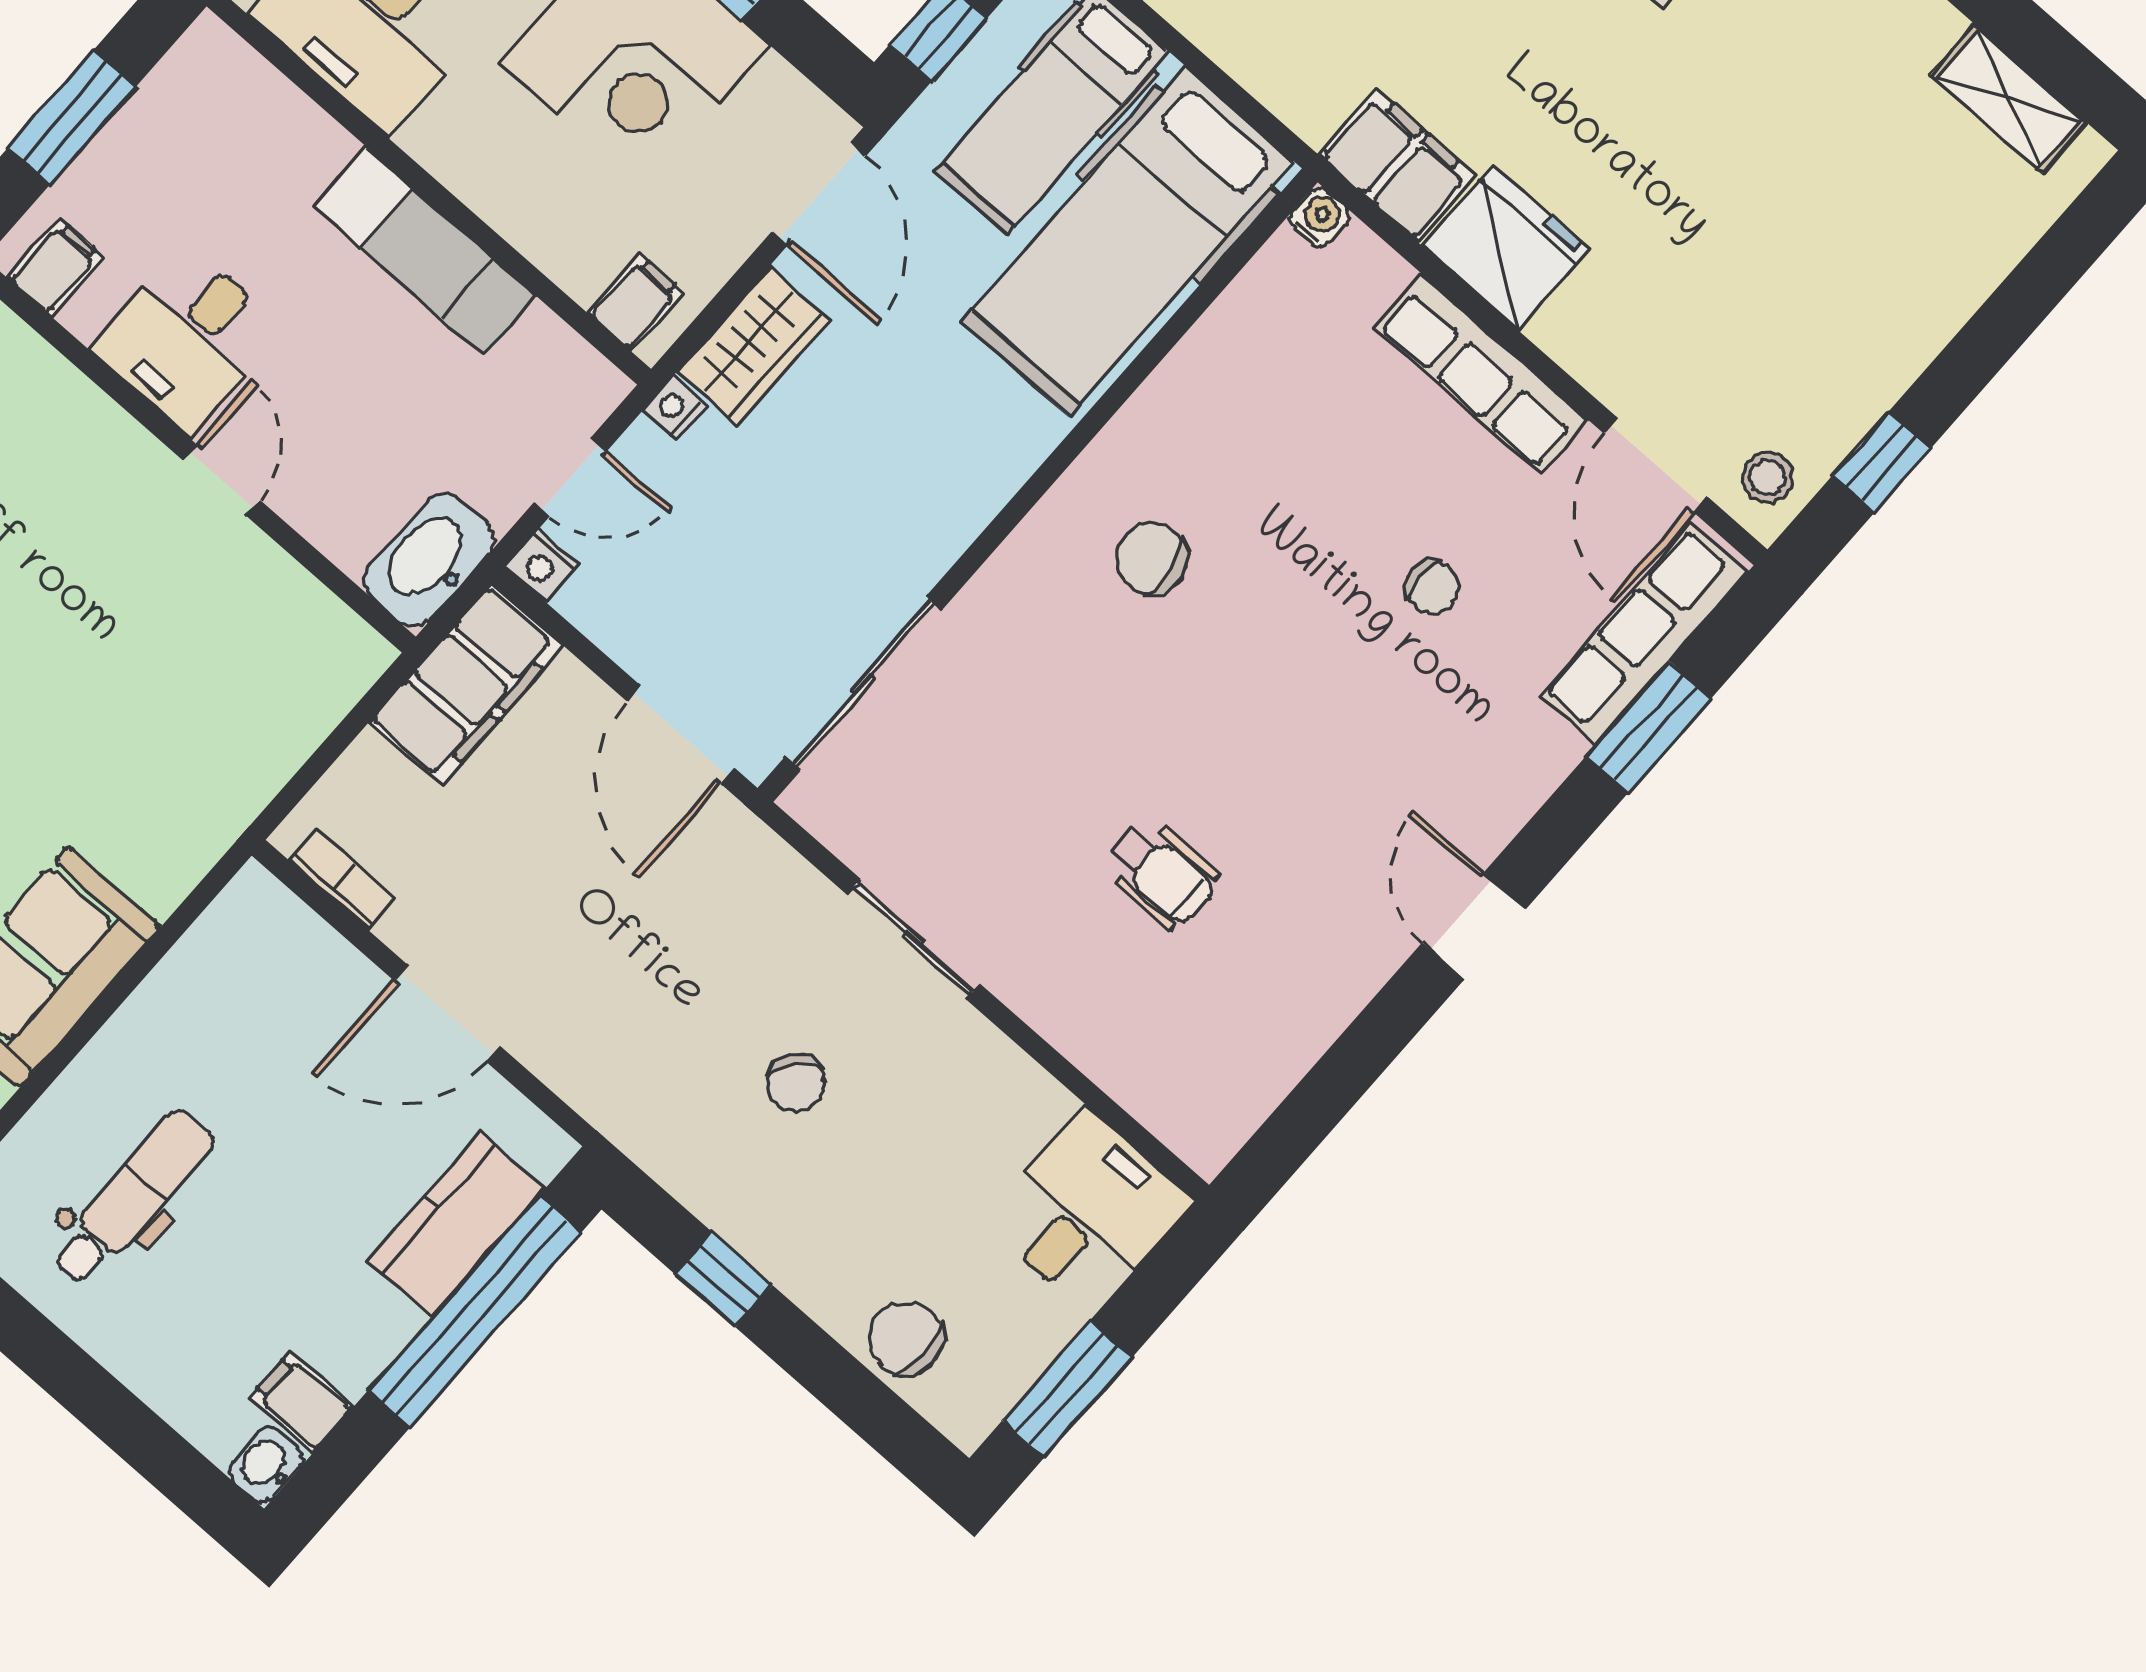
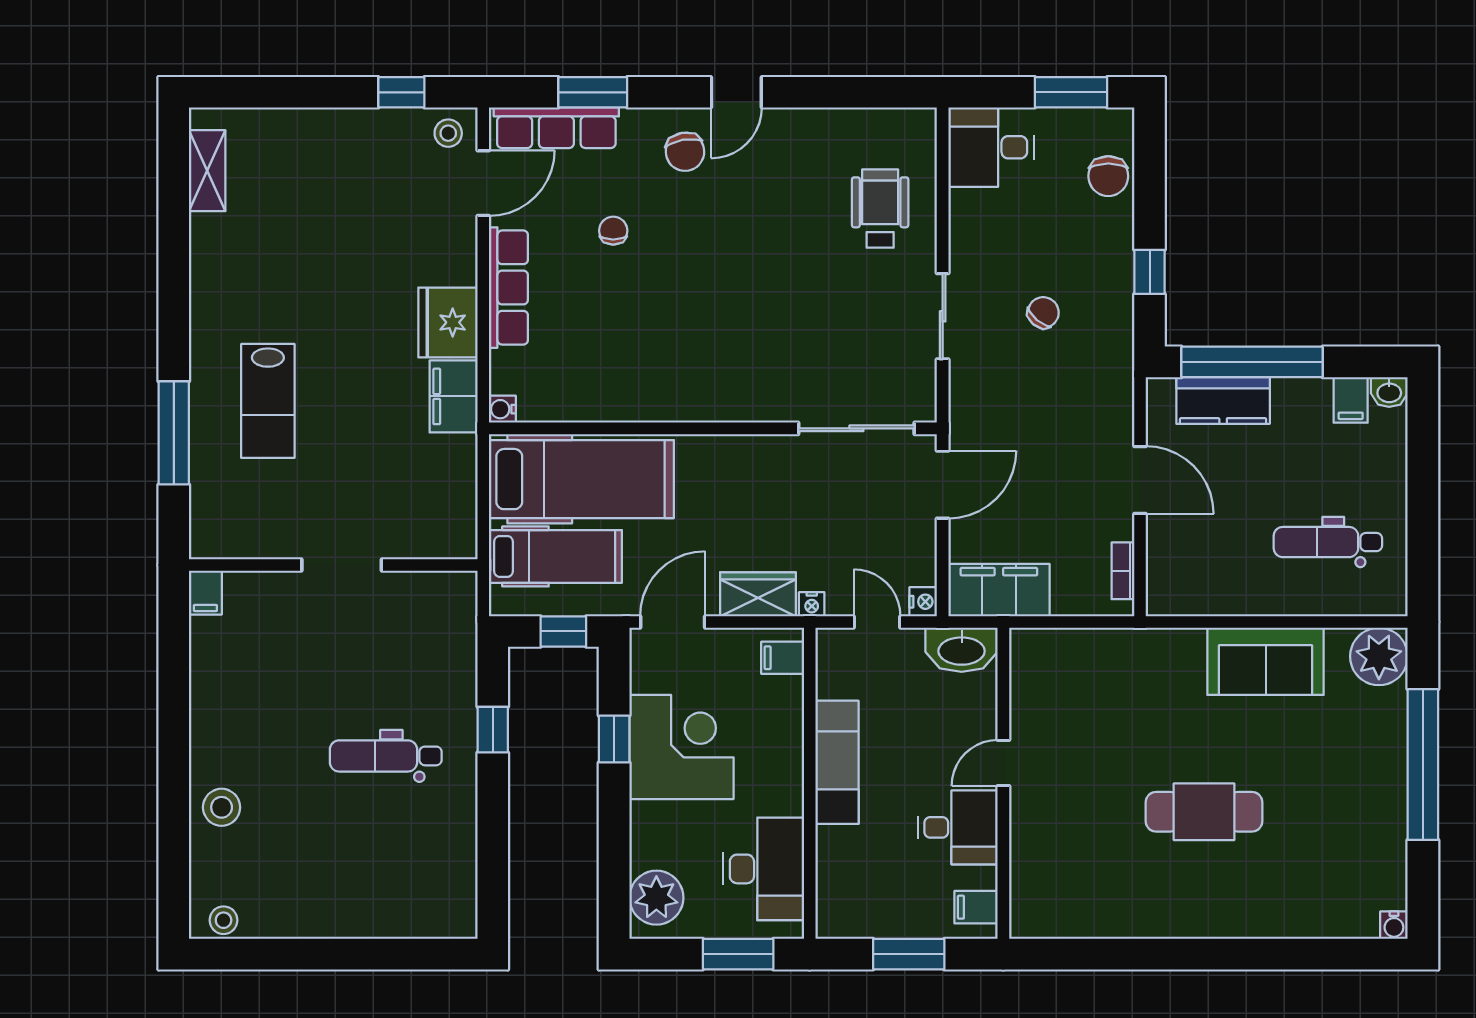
chair: (1151, 559) -> (685, 152), moved
wheelchair: (1161, 873) -> (880, 209), moved, width x1.36, depth x1.37

